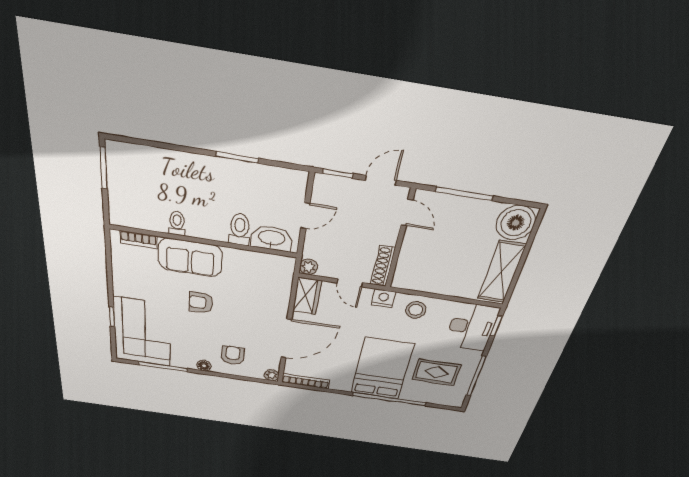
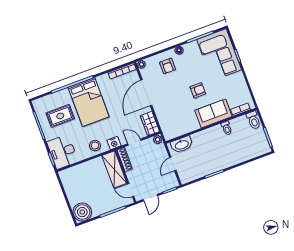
toilet: (240, 229) -> (254, 120), moved
shelving: (502, 272) -> (114, 169), moved

